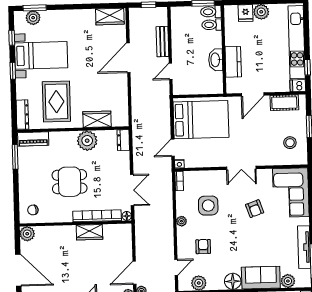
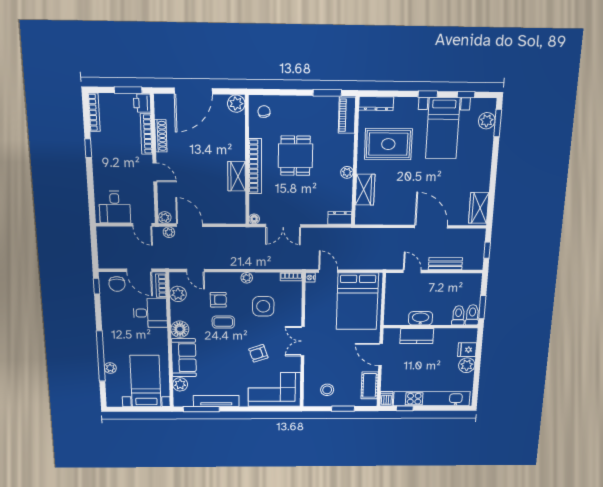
plant: (87, 141) -> (347, 172), width x0.53, depth x0.53
bookcase: (97, 216) -> (255, 166), moved
coffee table: (225, 242) -> (223, 322), added

